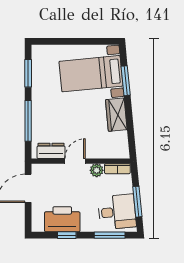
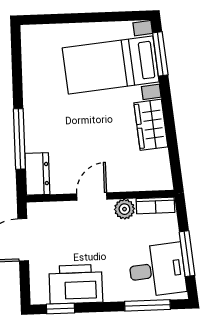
window: (28, 73) -> (17, 68), removed
window: (126, 81) -> (160, 54), moved
dresser: (51, 151) -> (37, 174), moved, turned 90
window: (67, 235) -> (60, 309), moved

